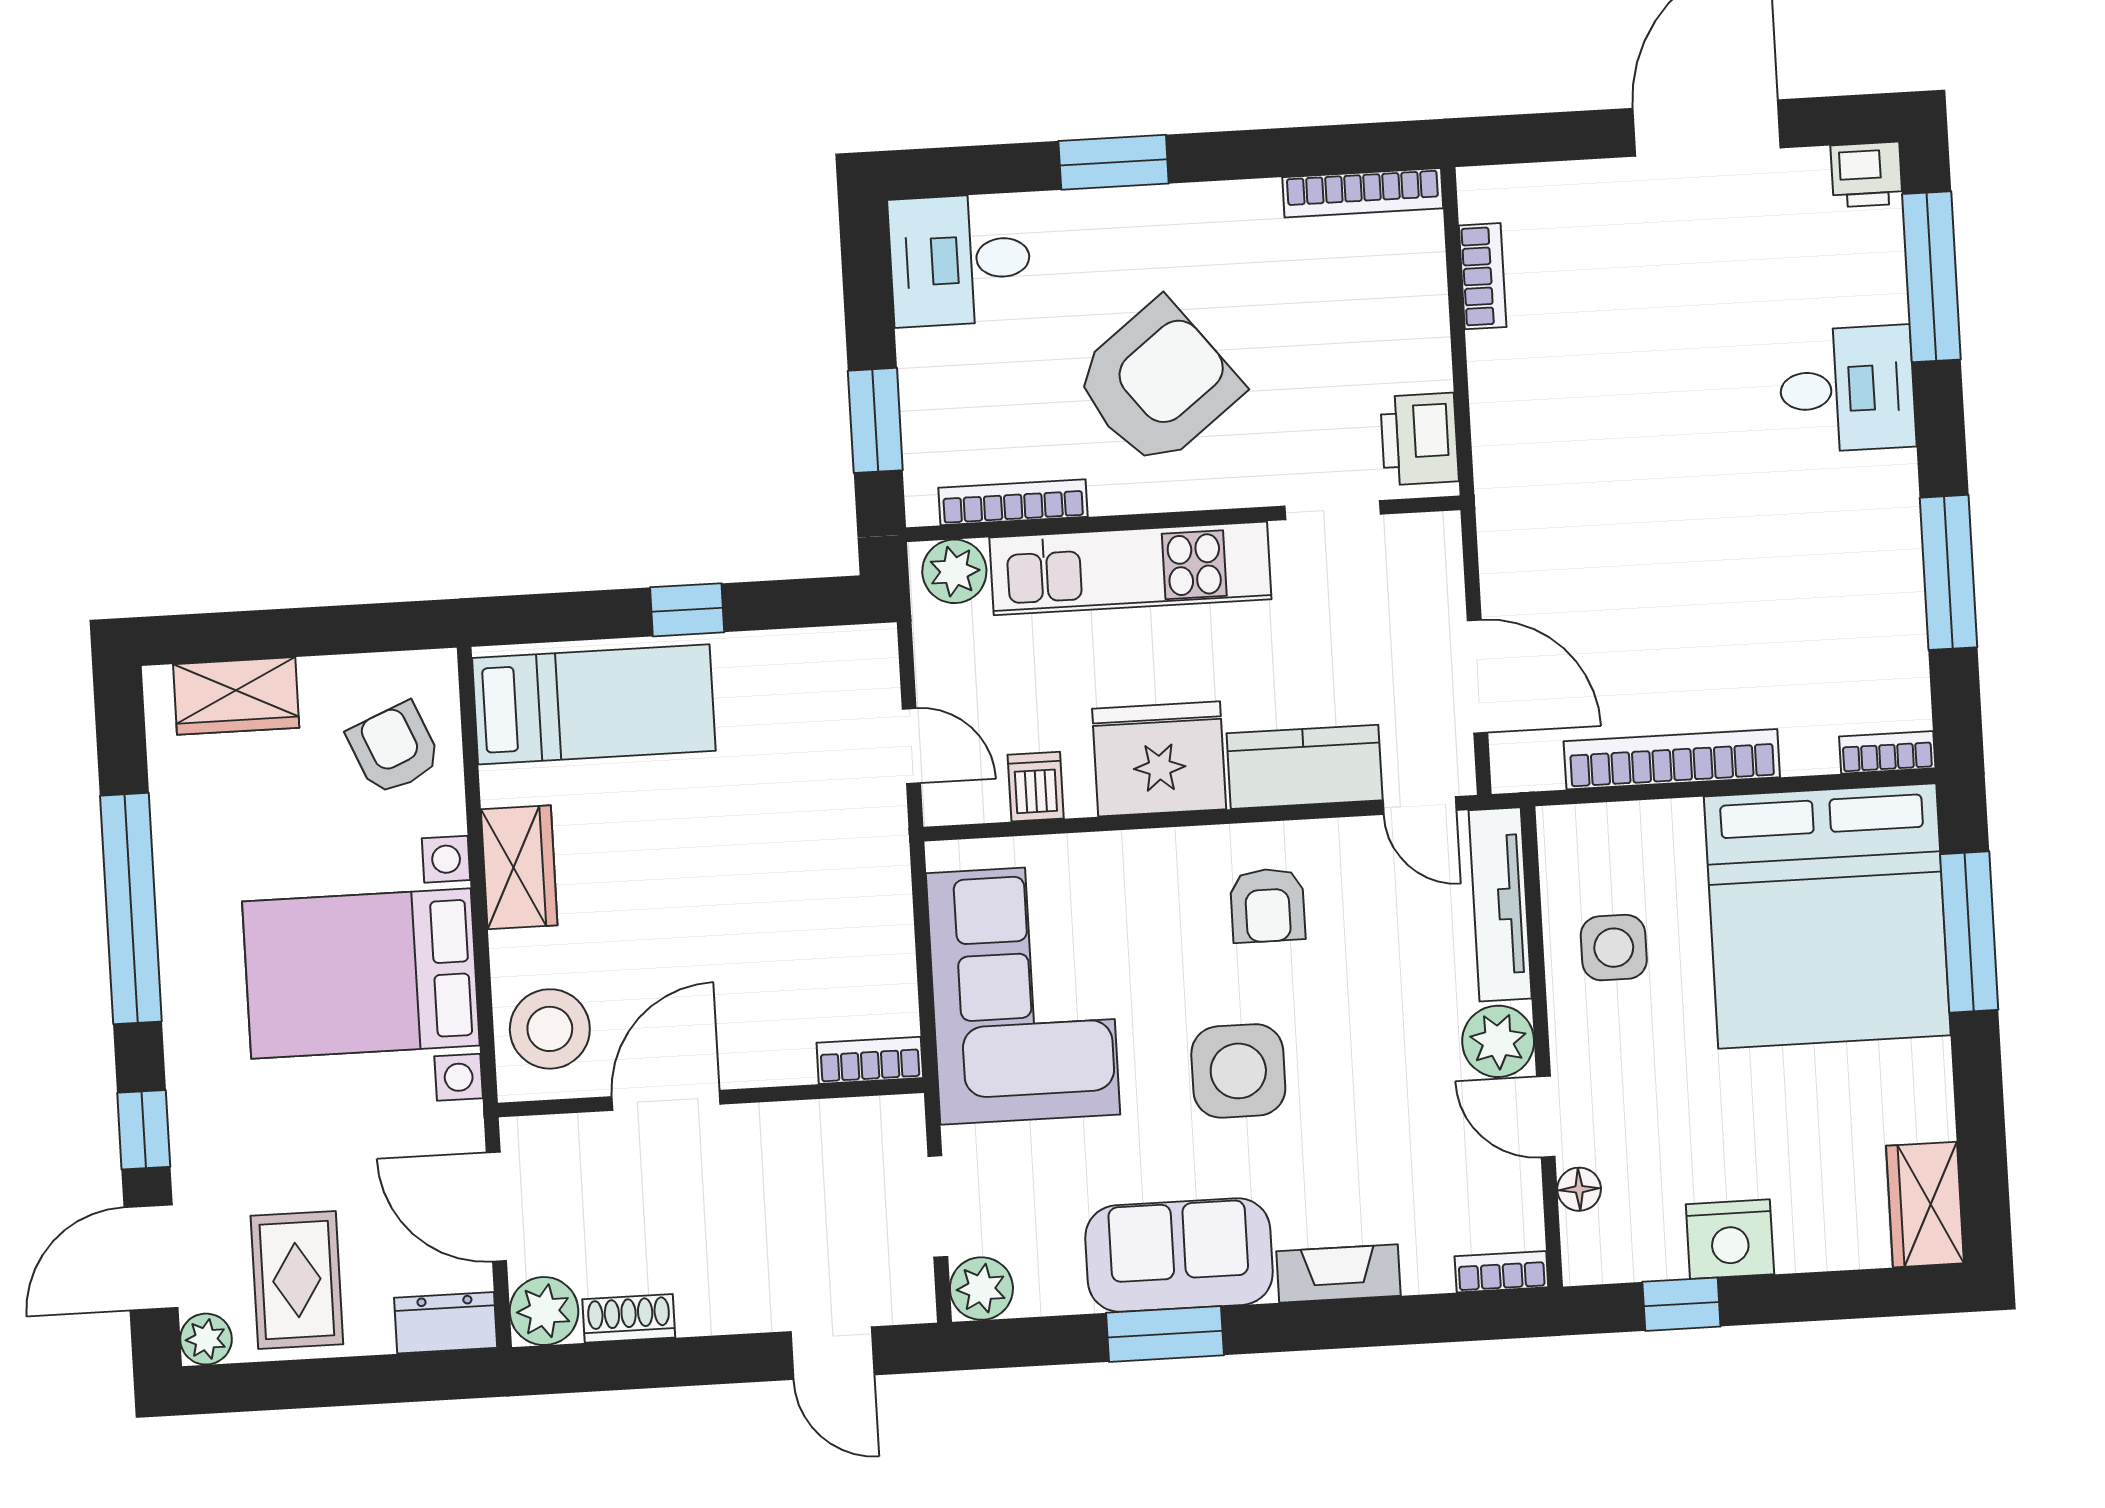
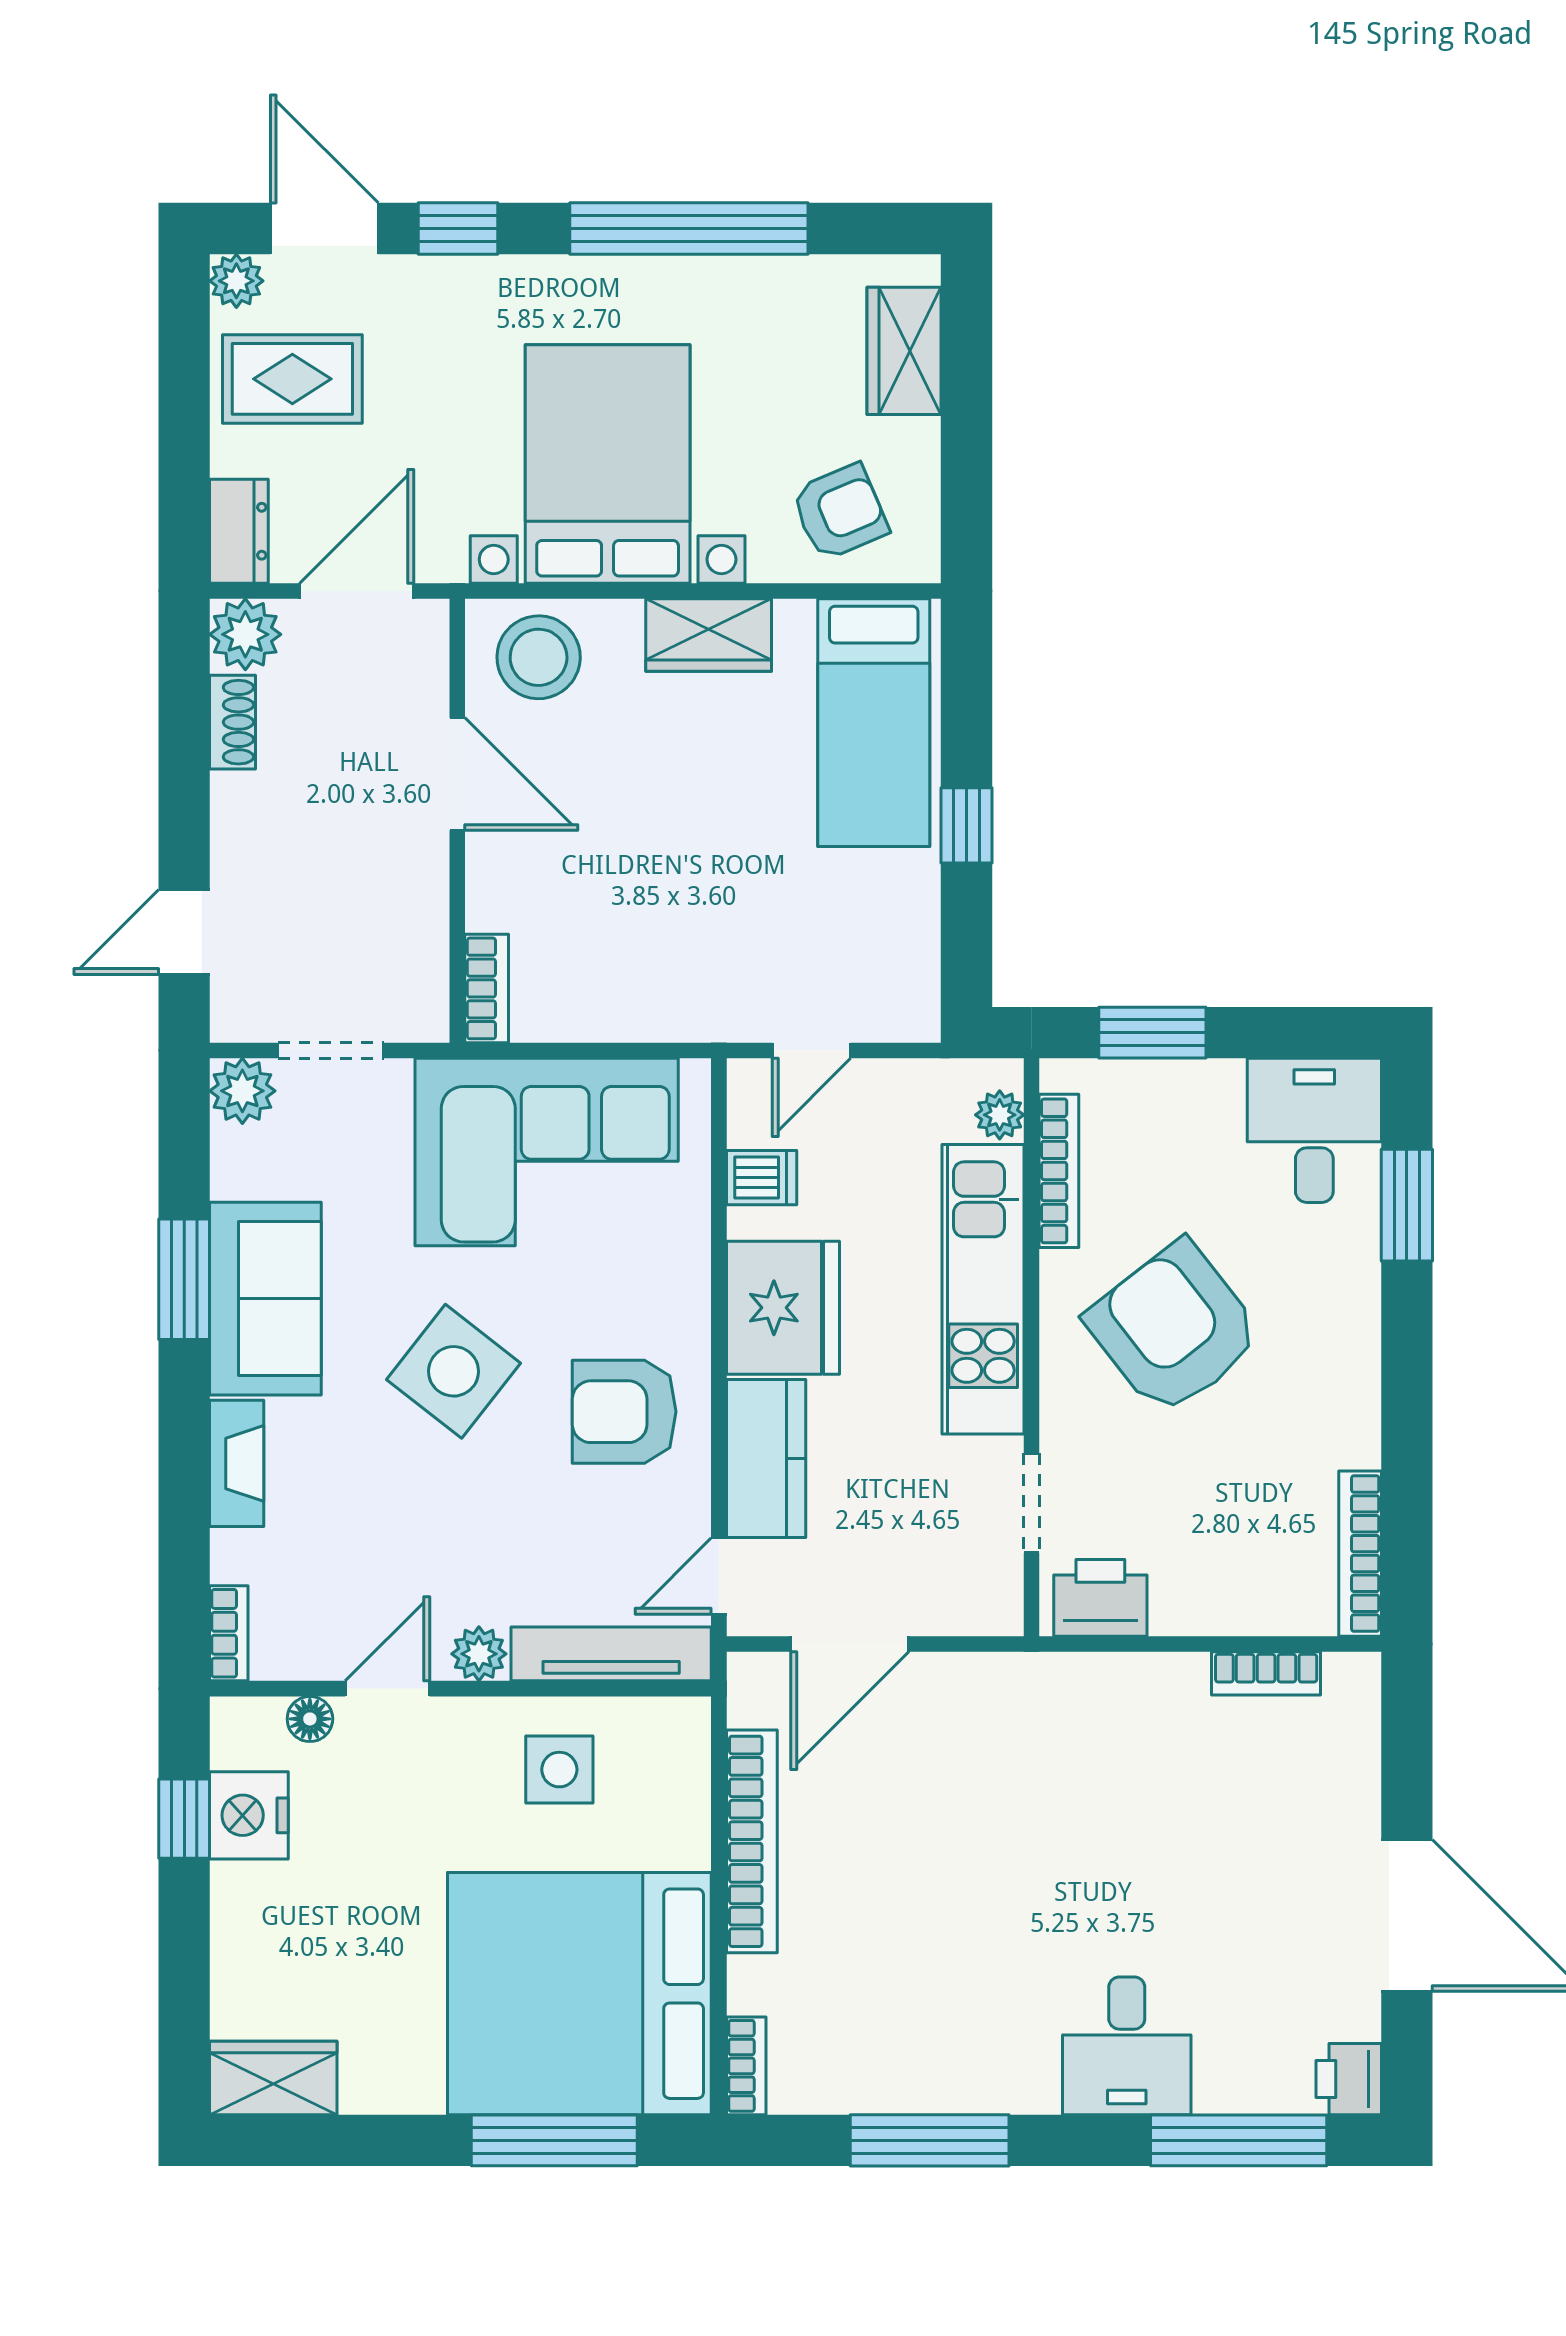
window: (1114, 162) -> (1407, 1205), moved
armchair: (1157, 383) -> (1174, 1328), turned 180
plant: (954, 571) -> (1000, 1115), width x0.73, depth x0.73
armchair: (1268, 905) -> (624, 1412), width x1.38, depth x1.38
plant: (1498, 1041) -> (479, 1654), width x0.73, depth x0.73
side table: (1238, 1071) -> (454, 1371), turned 38
nightstand: (1730, 1239) -> (249, 1815), moved

